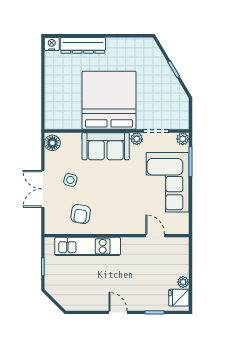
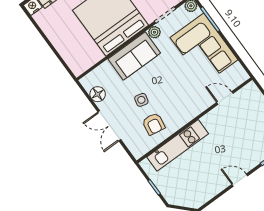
floor lamp: (52, 143) -> (98, 94), moved
side table: (70, 180) -> (141, 100), moved

